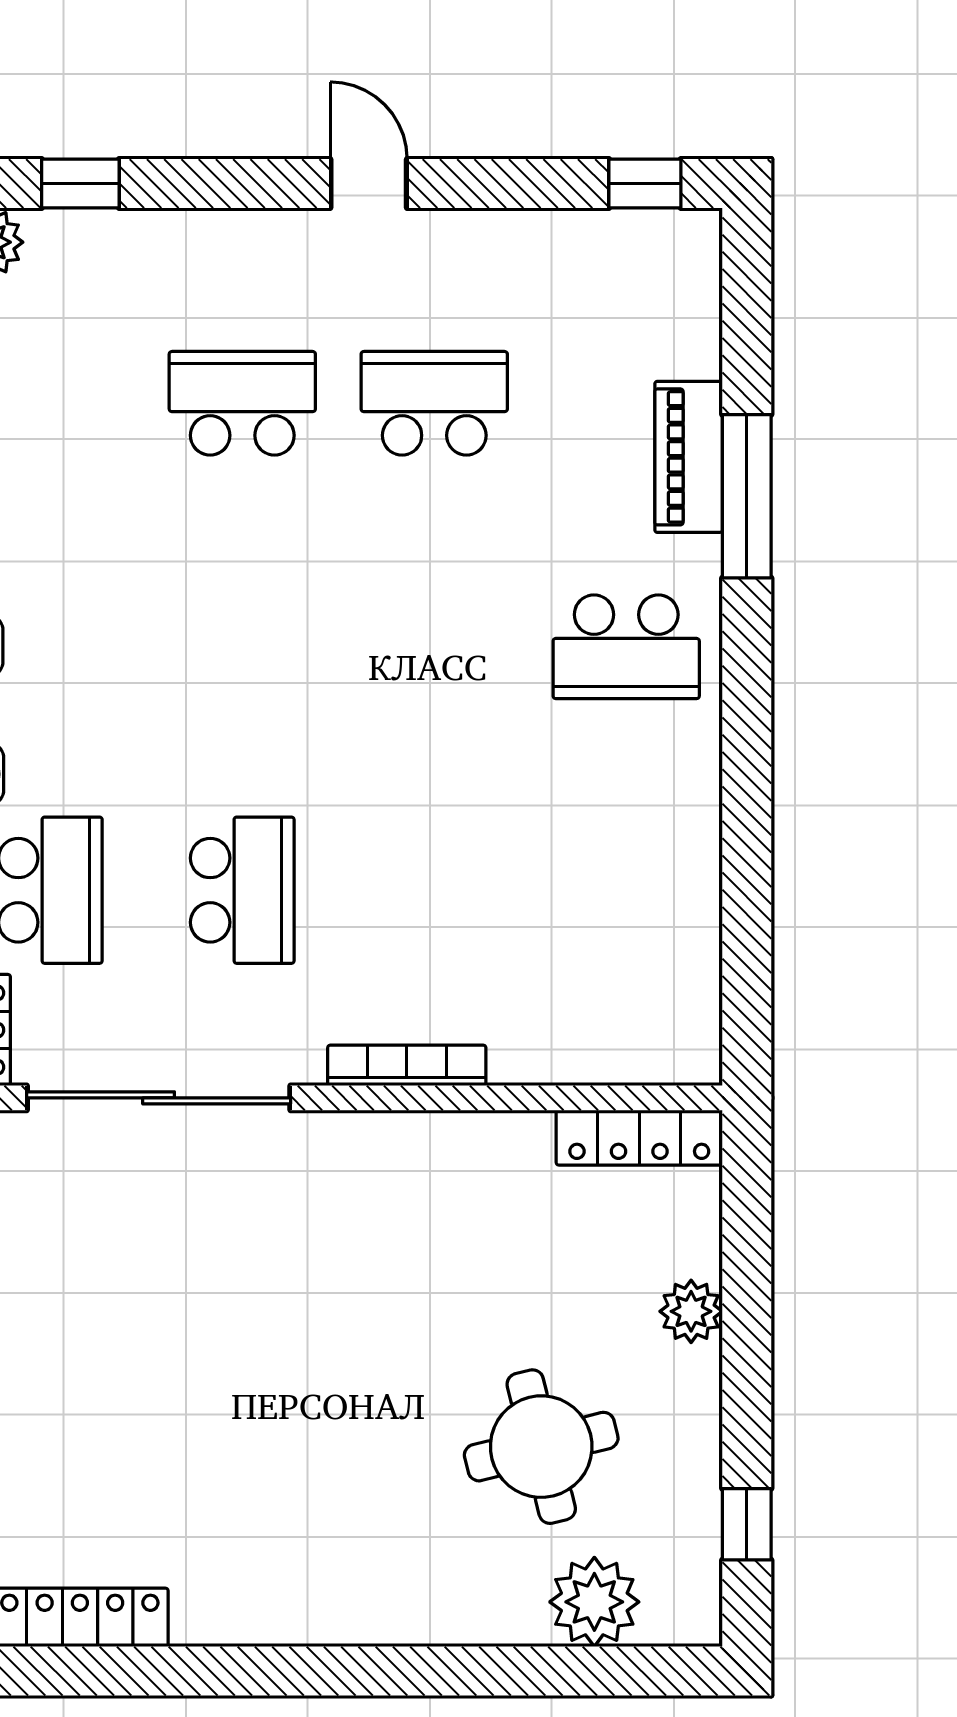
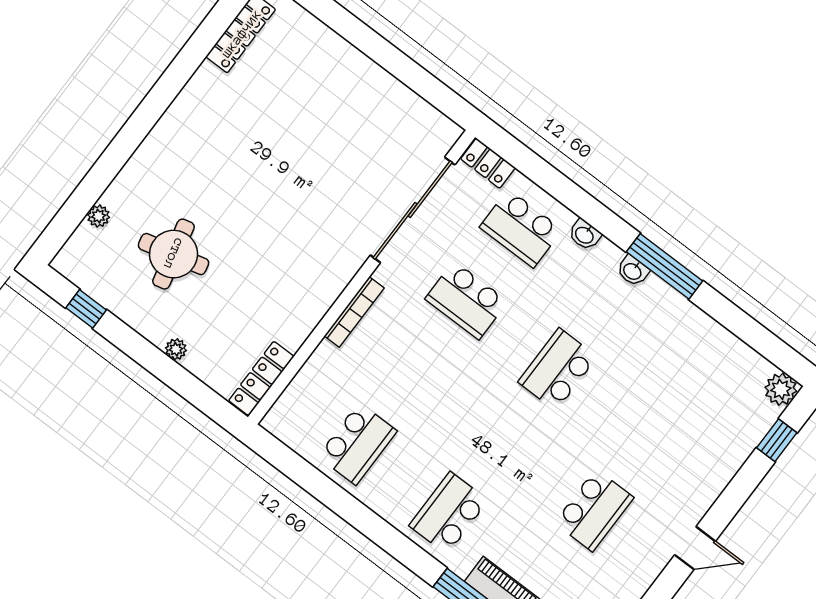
school desk: (242, 403) -> (558, 369), moved, turned 180
school desk: (626, 890) -> (357, 444), added
plant: (691, 1311) -> (176, 349), width x0.73, depth x0.73
plant: (594, 1602) -> (98, 216), width x0.53, depth x0.53

